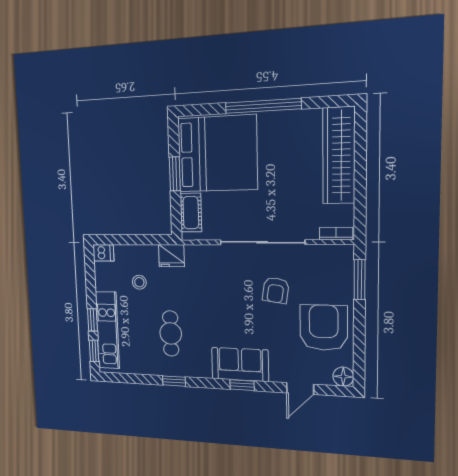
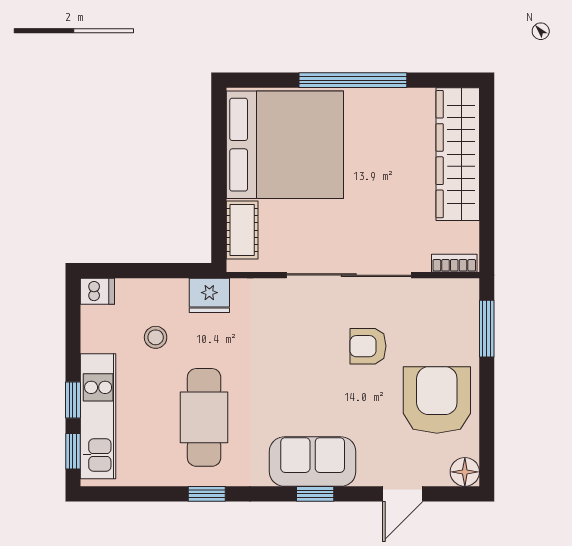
window: (175, 174) -> (219, 172), removed
armchair: (276, 290) -> (368, 346), turned 82
cafe table: (171, 333) -> (204, 417), width x1.37, depth x1.35

